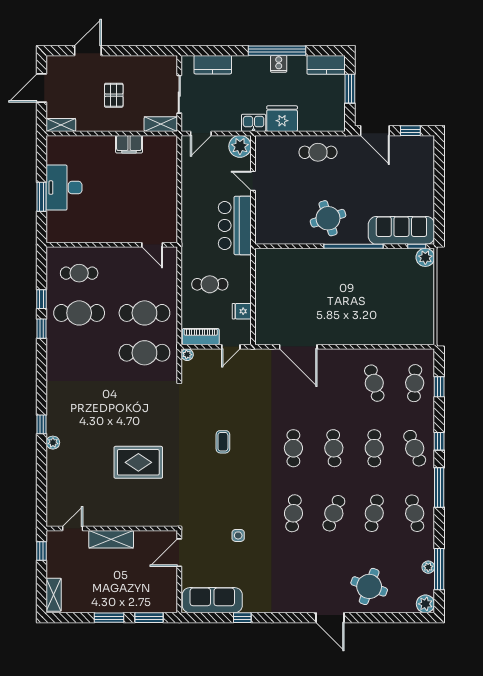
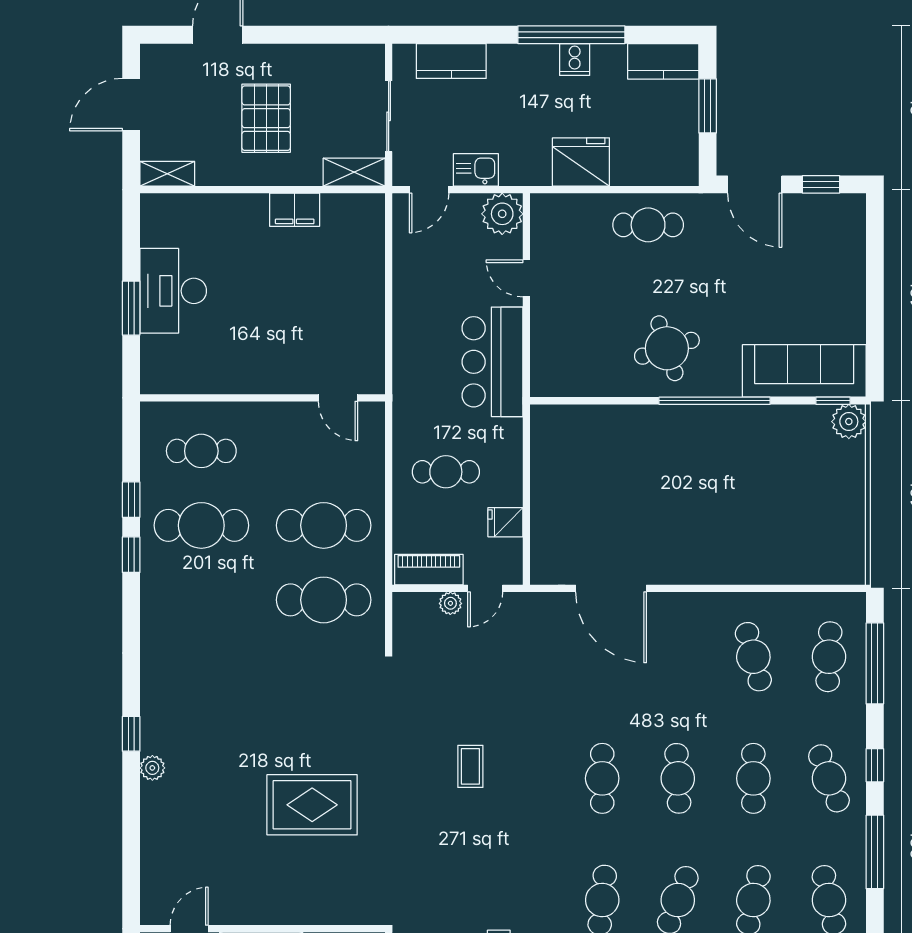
pallet: (114, 95) -> (266, 118), width x1.50, depth x1.42
kitchen sink: (254, 123) -> (476, 170), moved
plant: (187, 355) -> (450, 603), moved
window: (439, 387) -> (875, 663), width x2.17

